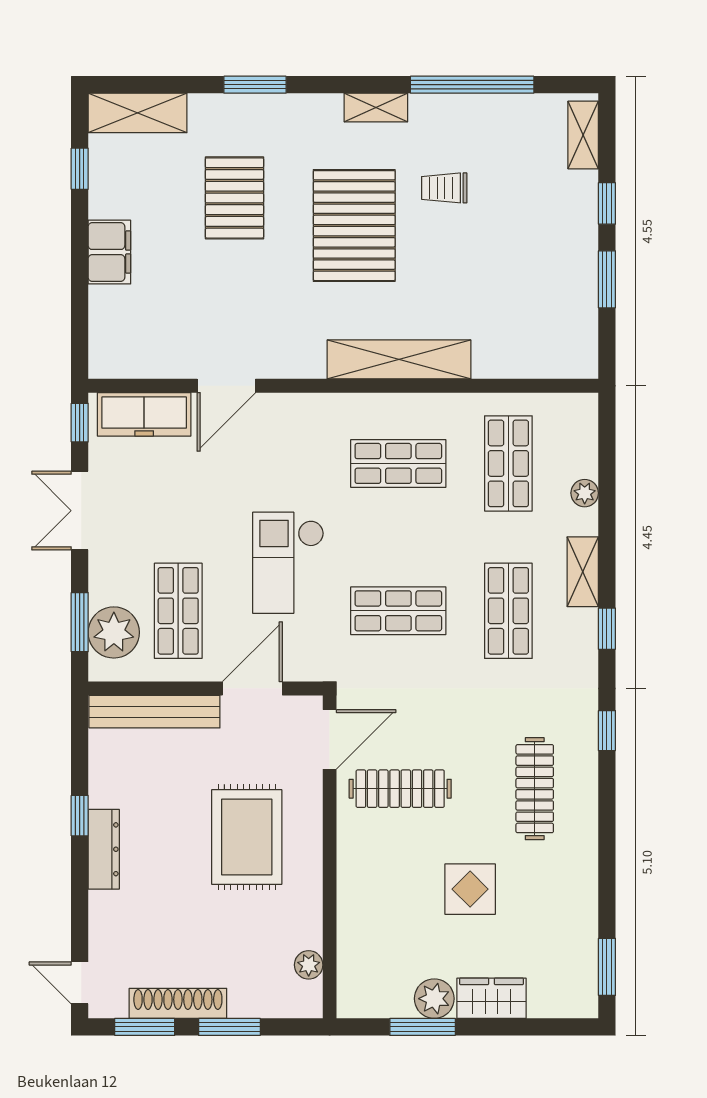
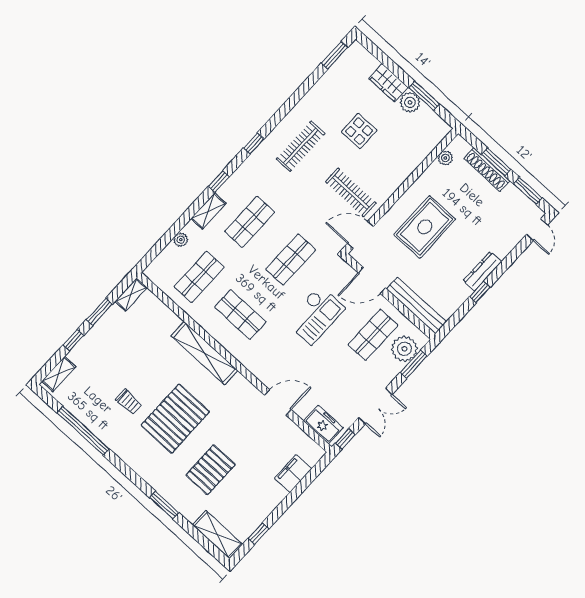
shelving: (376, 108) -> (131, 294), moved, turned 90
filing cabinet: (109, 252) -> (293, 474), moved
freezer: (144, 414) -> (323, 425), width x0.71
shop shelf: (398, 611) -> (291, 260), turned 90
shoe rack: (178, 1003) -> (487, 170), moved

